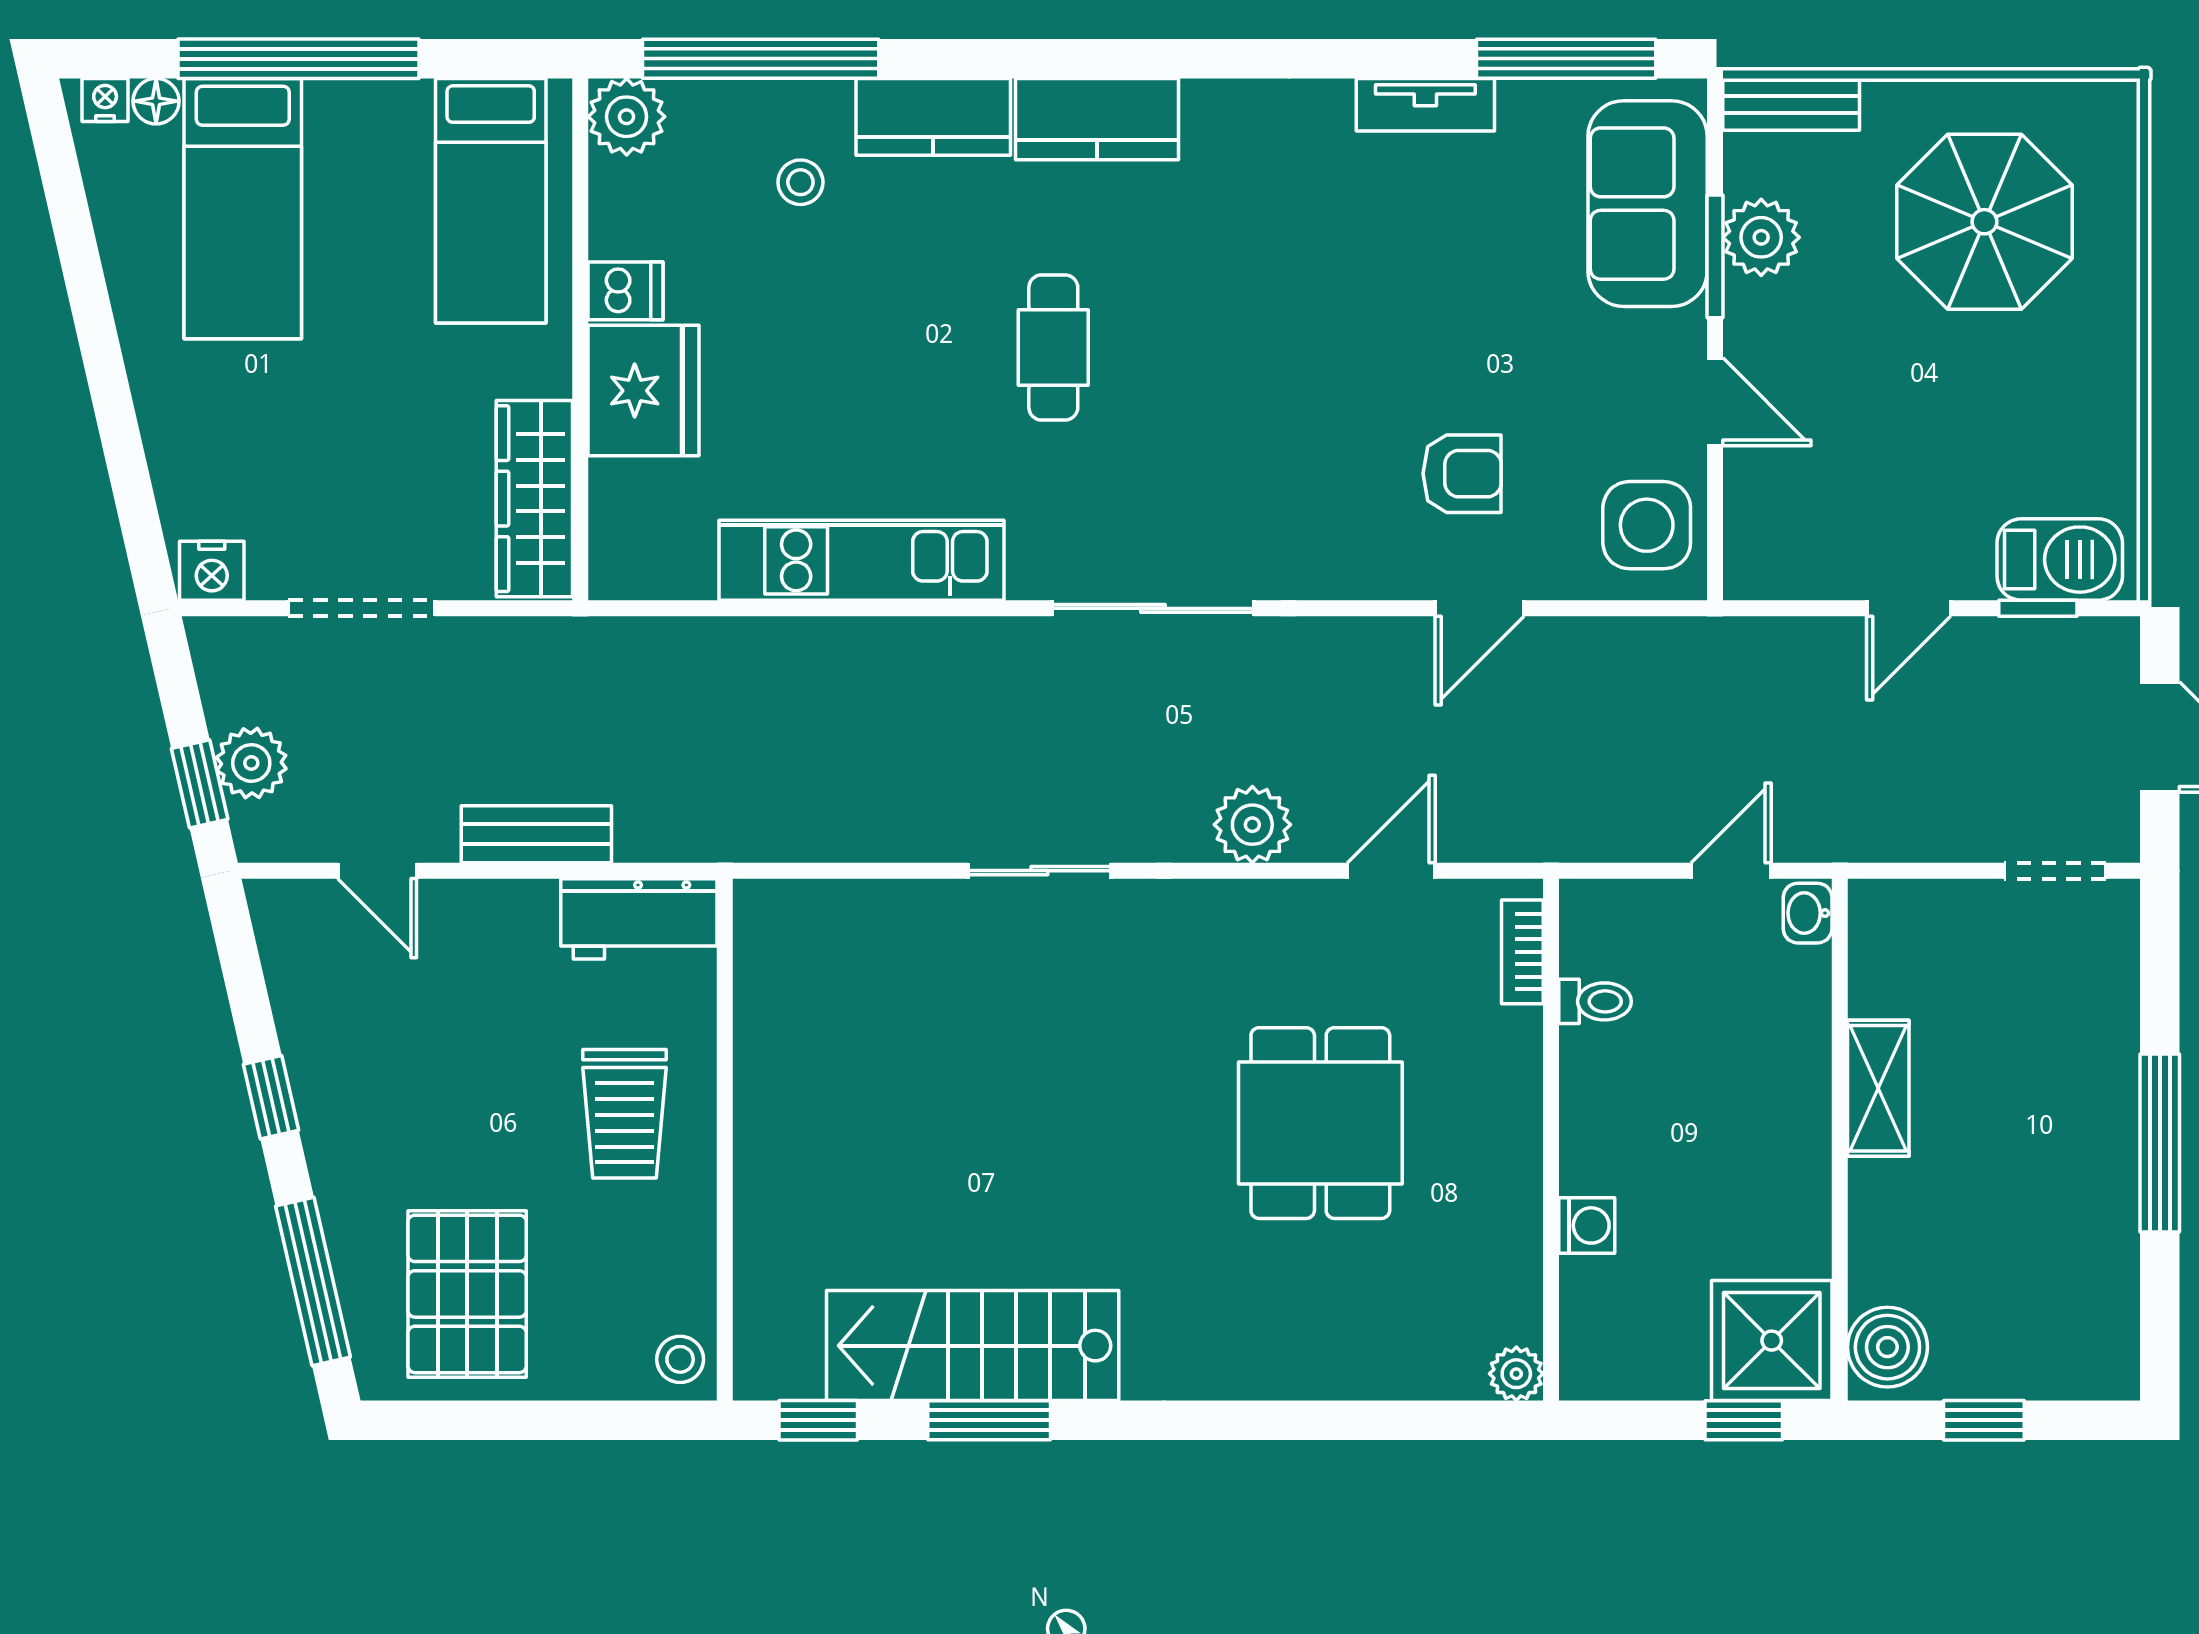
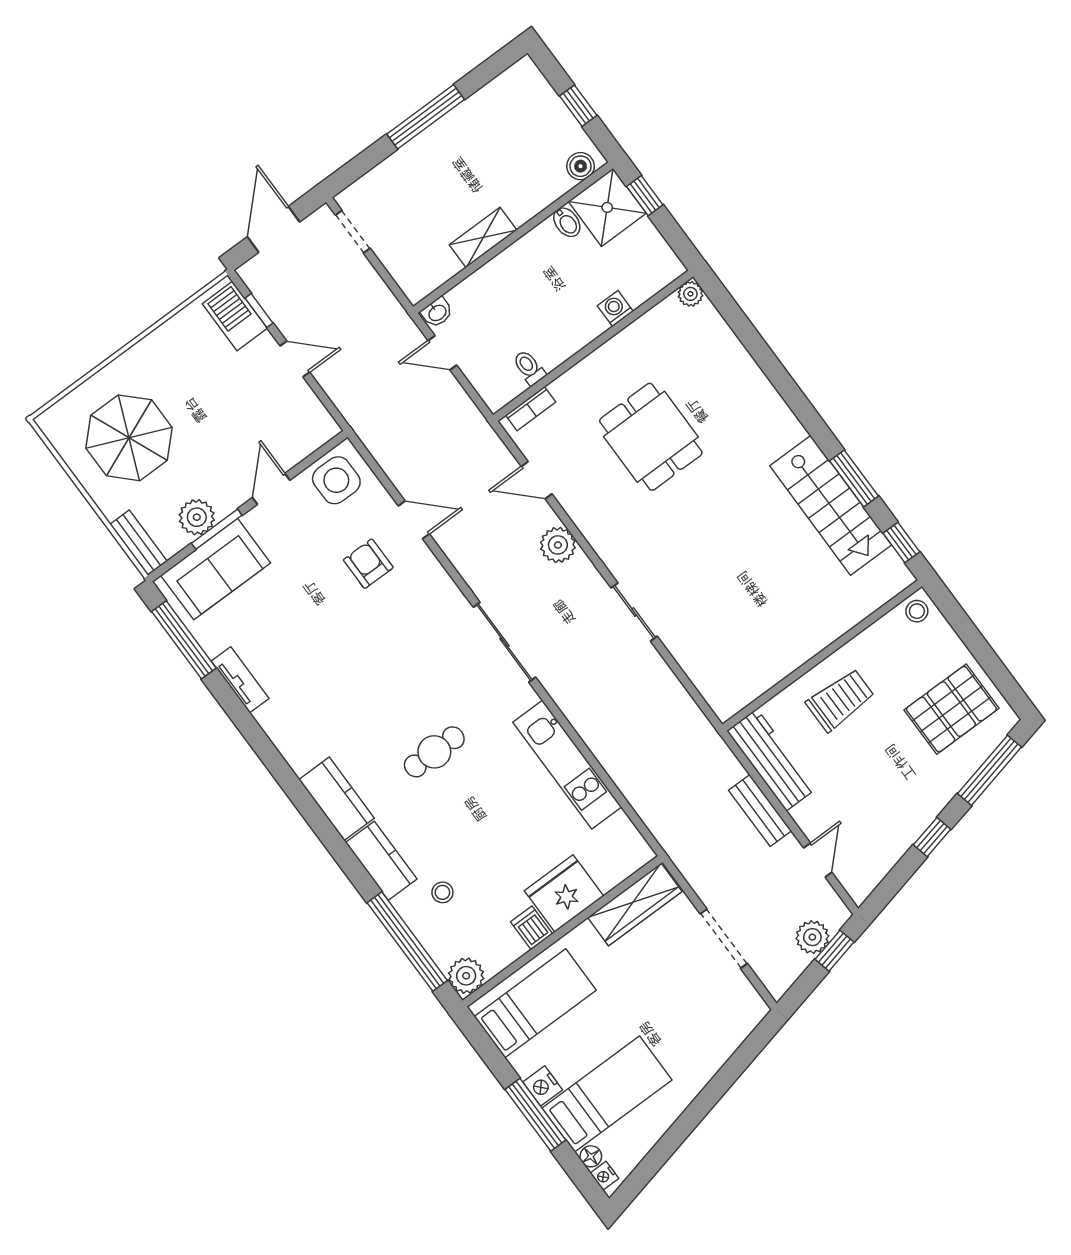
window: (298, 59) -> (535, 1115), width x0.68
nightstand: (212, 571) -> (543, 1086), moved, turned 180
workbench: (639, 919) -> (771, 760), width x1.38
dining table: (1320, 1123) -> (651, 437), turned 90
bidet: (1798, 1252) -> (567, 222), added
boiler: (1887, 1347) -> (581, 166), width x0.73, depth x0.73

